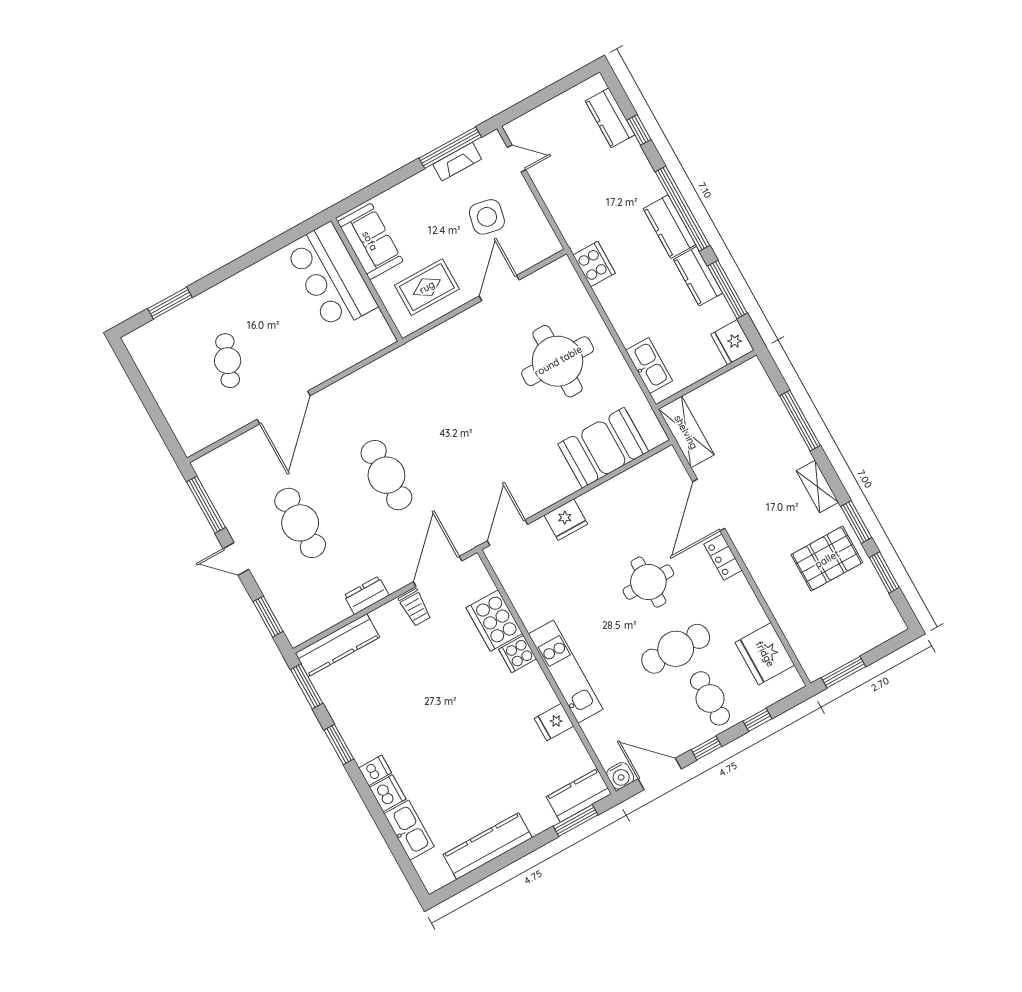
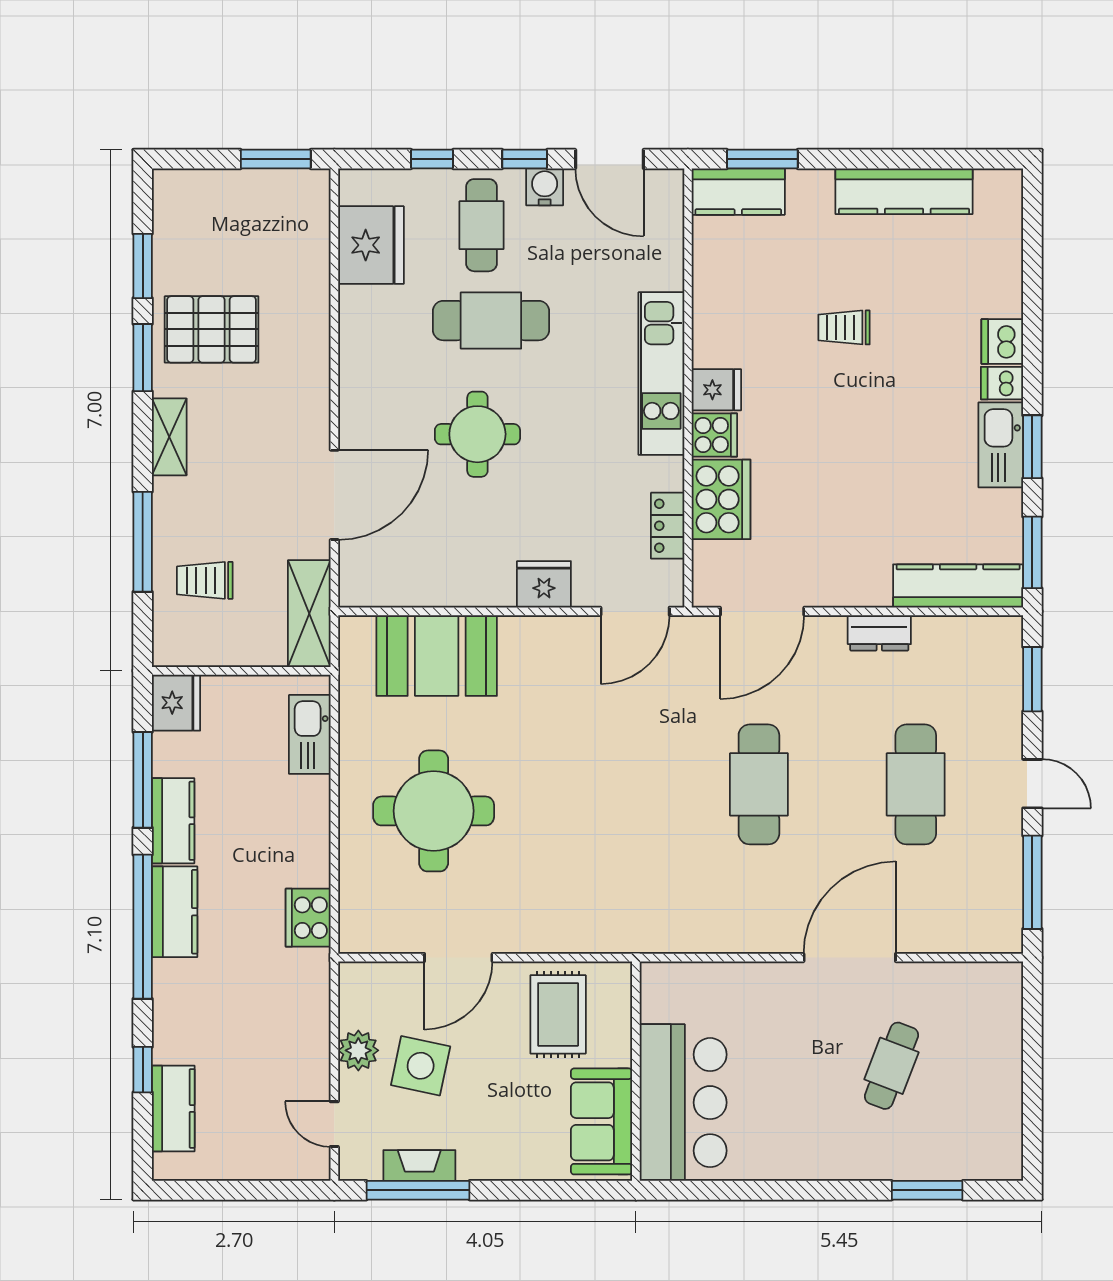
plant: (526, 206) -> (358, 1050), added
rug: (427, 287) -> (558, 1014), turned 90
trolley: (754, 418) -> (205, 580), added
locker: (723, 557) -> (668, 526), moved, turned 180
trolley: (415, 607) -> (844, 327), moved, turned -90
fridge: (554, 722) -> (716, 390), moved
water cooler: (620, 776) -> (545, 187), moved
kitchen sink: (409, 830) -> (1001, 445), moved

